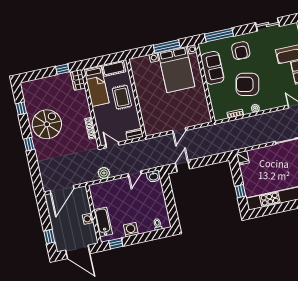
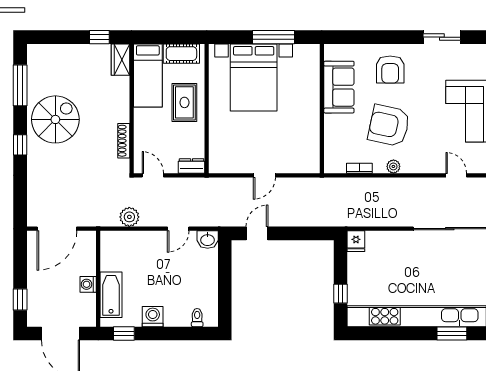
window: (219, 35) -> (361, 37), removed
bed with nightstands: (177, 70) -> (254, 77), moved
window: (21, 108) -> (20, 85), width x2.17

